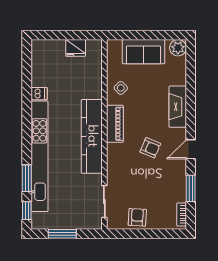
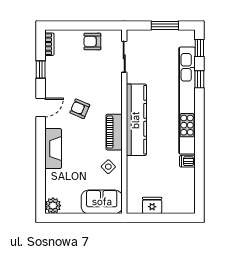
sofa: (144, 52) -> (102, 202), moved
window: (27, 178) -> (199, 79), width x0.67
window: (191, 188) -> (41, 70), width x0.67
armchair: (137, 217) -> (92, 41), turned 87

